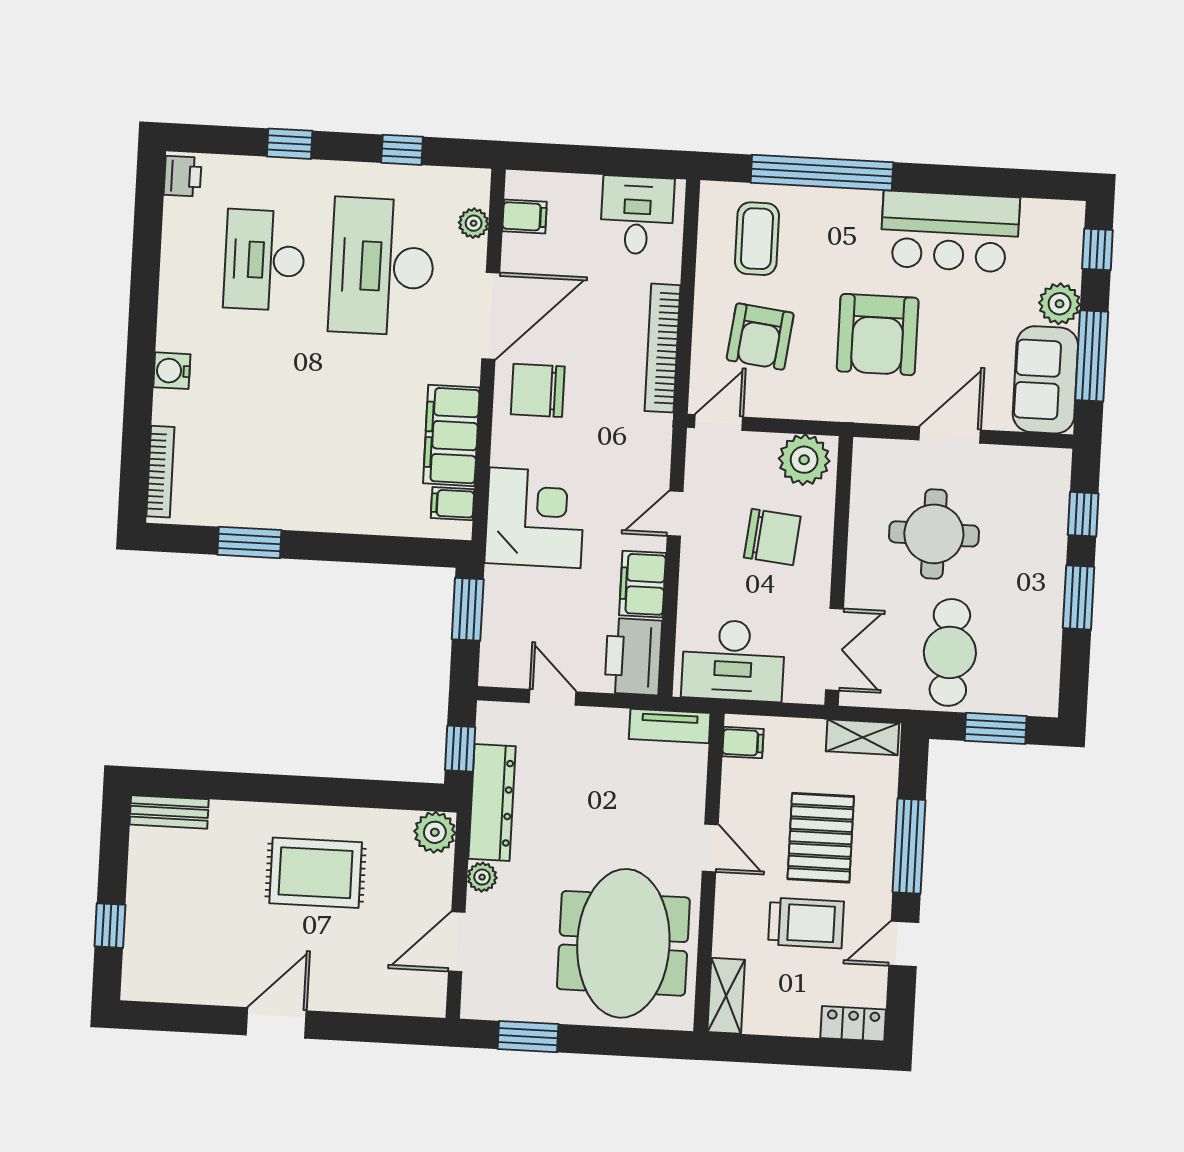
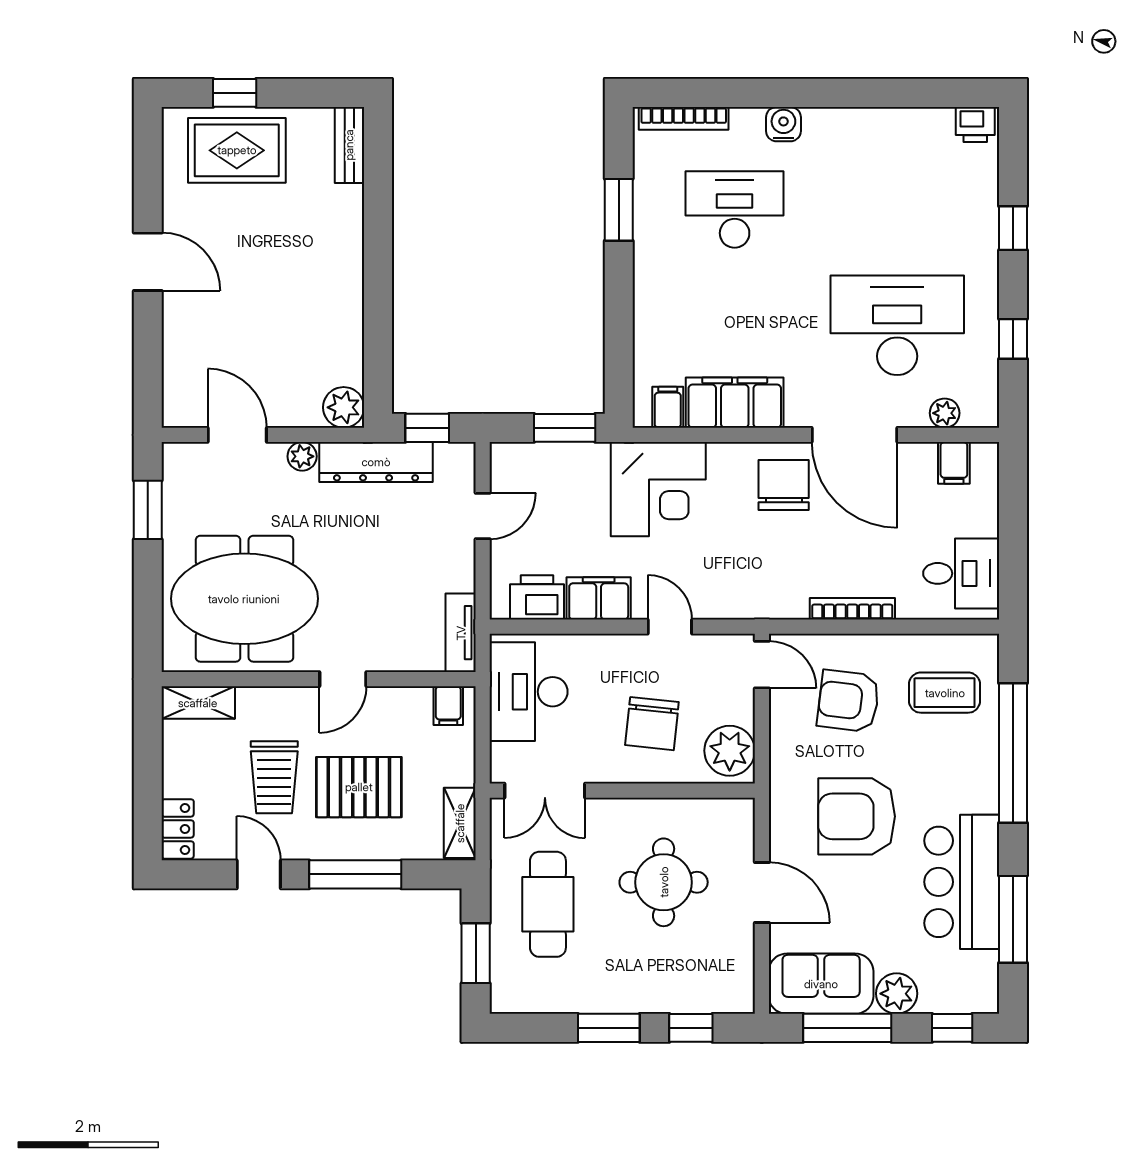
window: (990, 182) -> (1013, 919), added
desk: (264, 260) -> (735, 209), moved
bookcase: (662, 348) -> (852, 609), width x0.68, depth x0.76
cafe table: (950, 652) -> (548, 904), turned 90
printer: (633, 657) -> (537, 597), width x0.73, depth x0.84
rug: (316, 873) -> (237, 150), moved, turned 90

